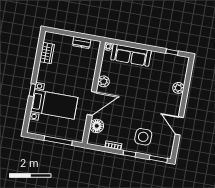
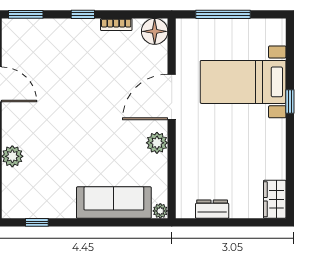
wardrobe: (47, 53) -> (275, 199), moved
floor lamp: (97, 126) -> (155, 31), moved
side table: (143, 137) -> (62, 51), removed

